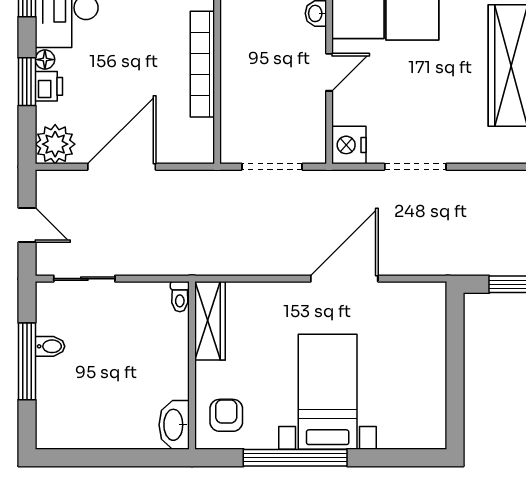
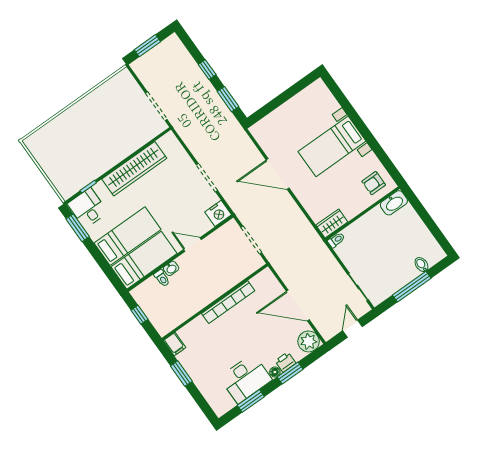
wardrobe: (210, 321) -> (332, 223), width x0.67
bidet: (50, 346) -> (421, 265), moved
window: (295, 458) -> (371, 140), removed

